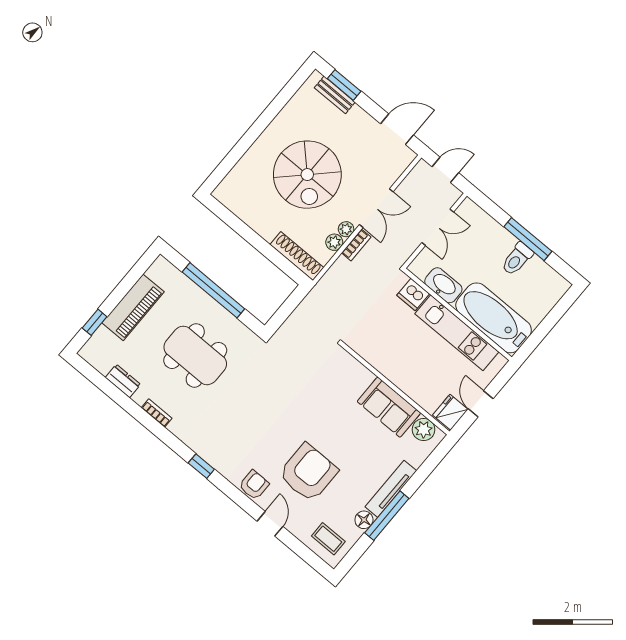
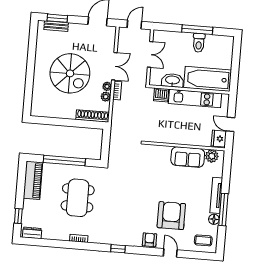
piano: (133, 307) -> (33, 180), moved
dining table: (195, 355) -> (78, 198), turned 90
dresser: (123, 381) -> (32, 233), moved

